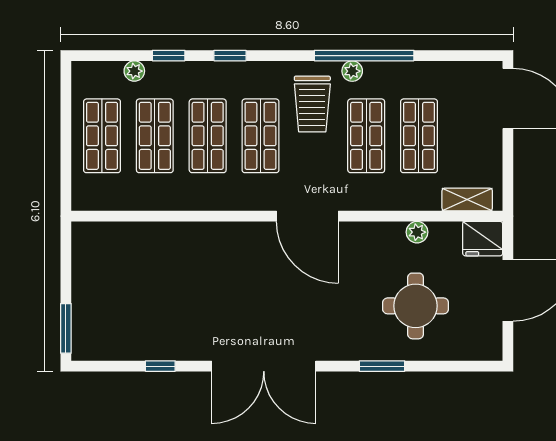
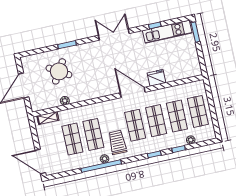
door: (307, 216) -> (133, 92), moved
fridge: (483, 239) -> (156, 78), moved
round table: (416, 306) -> (59, 71), turned 31
kitchen unit: (134, 344) -> (167, 32), added
double door: (264, 366) -> (114, 34), width x0.73

